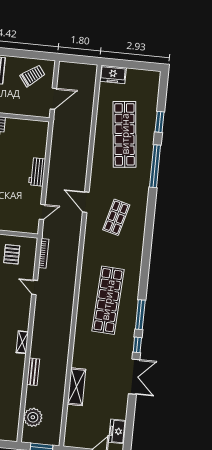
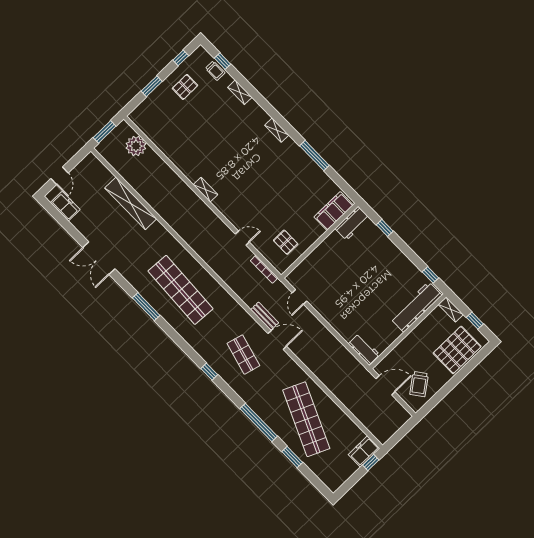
window: (117, 63) -> (371, 463), added
door: (53, 99) -> (385, 385), swing flipped
shop shelf: (125, 134) -> (306, 419), turned 30
workbench: (37, 172) -> (364, 349), moved
window: (137, 345) -> (209, 372), moved
bench: (33, 372) -> (265, 316), moved
shelving: (77, 387) -> (131, 203), width x1.47

